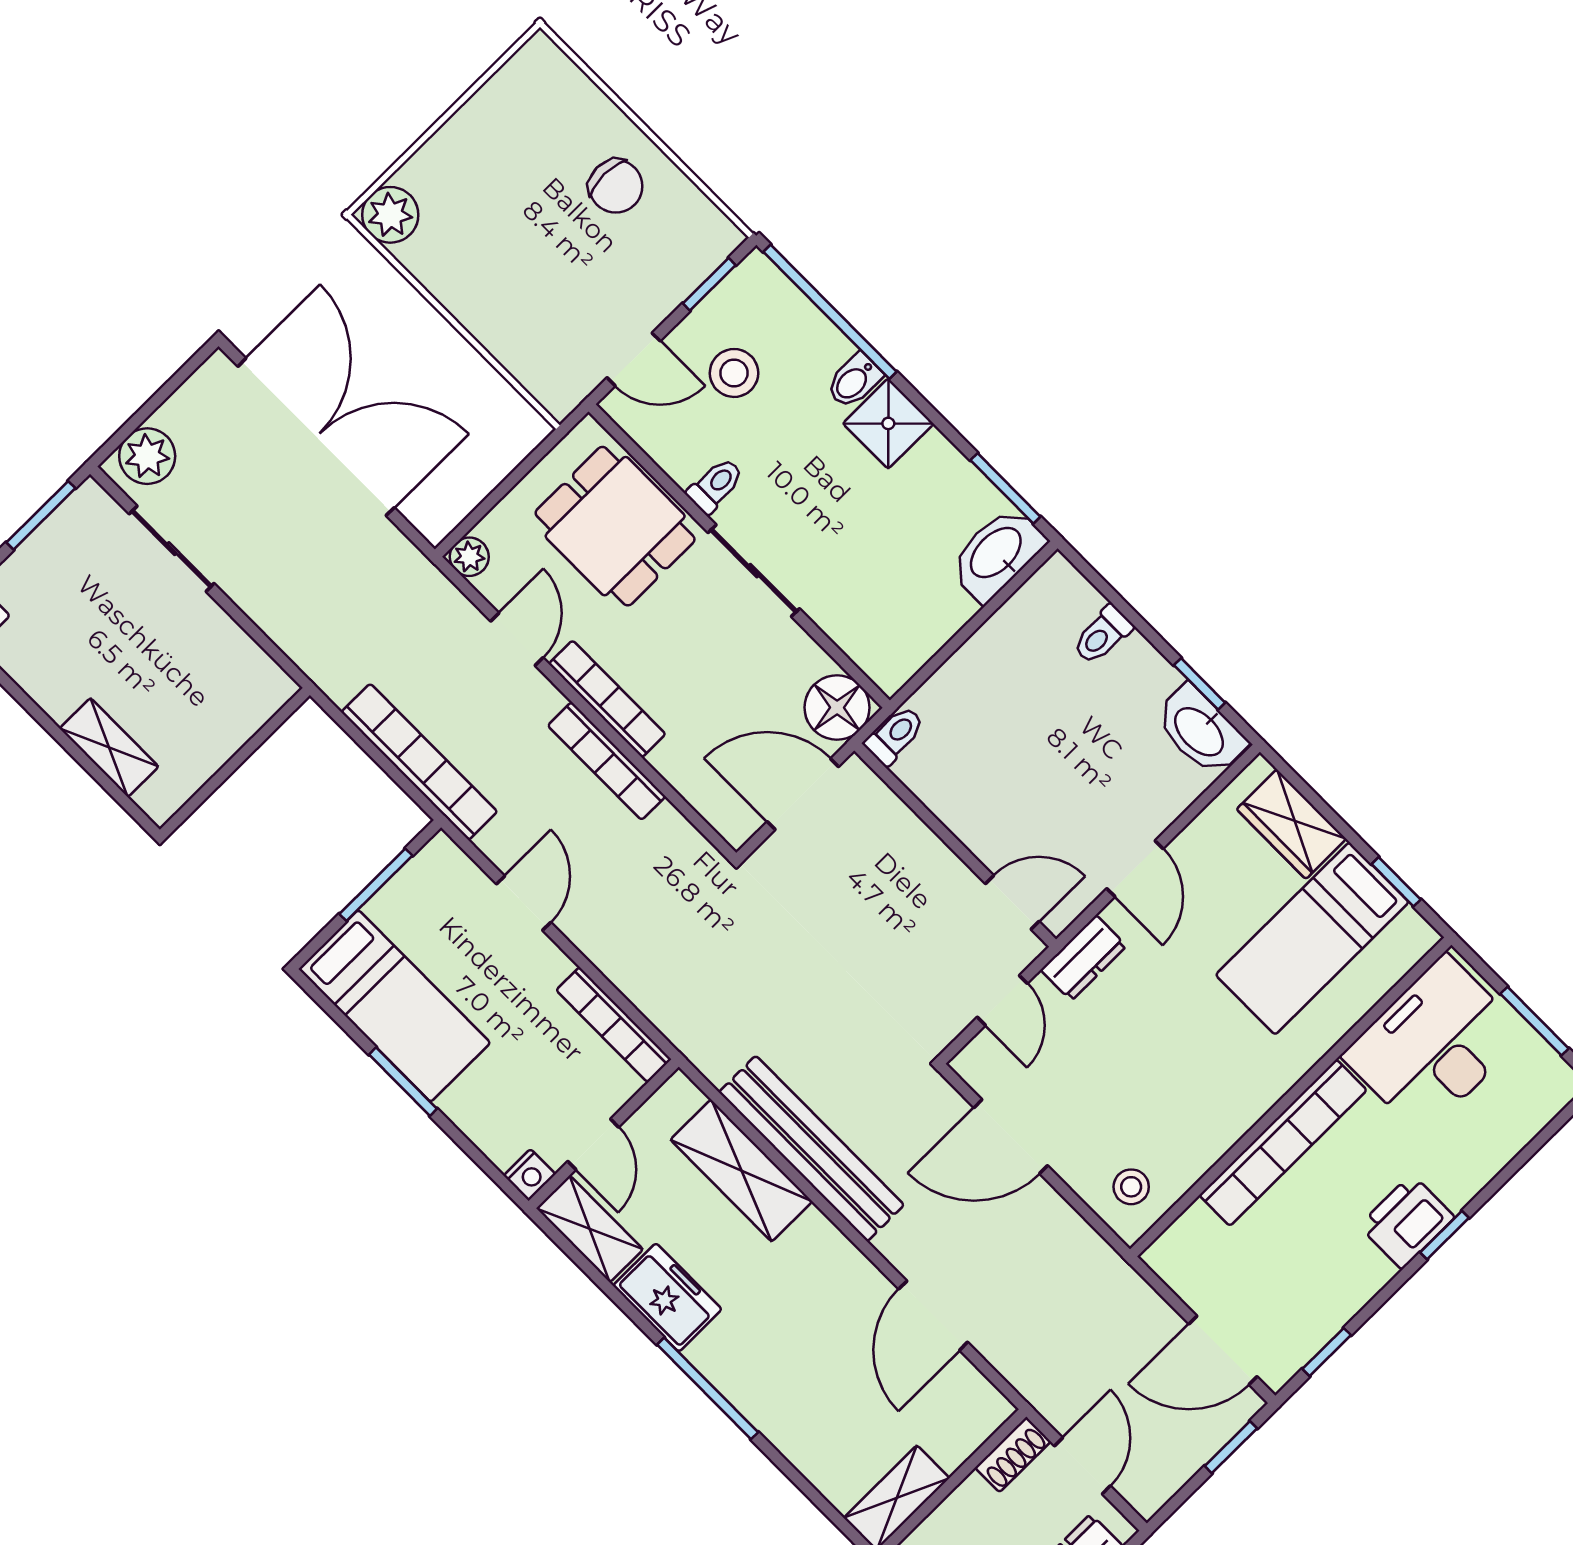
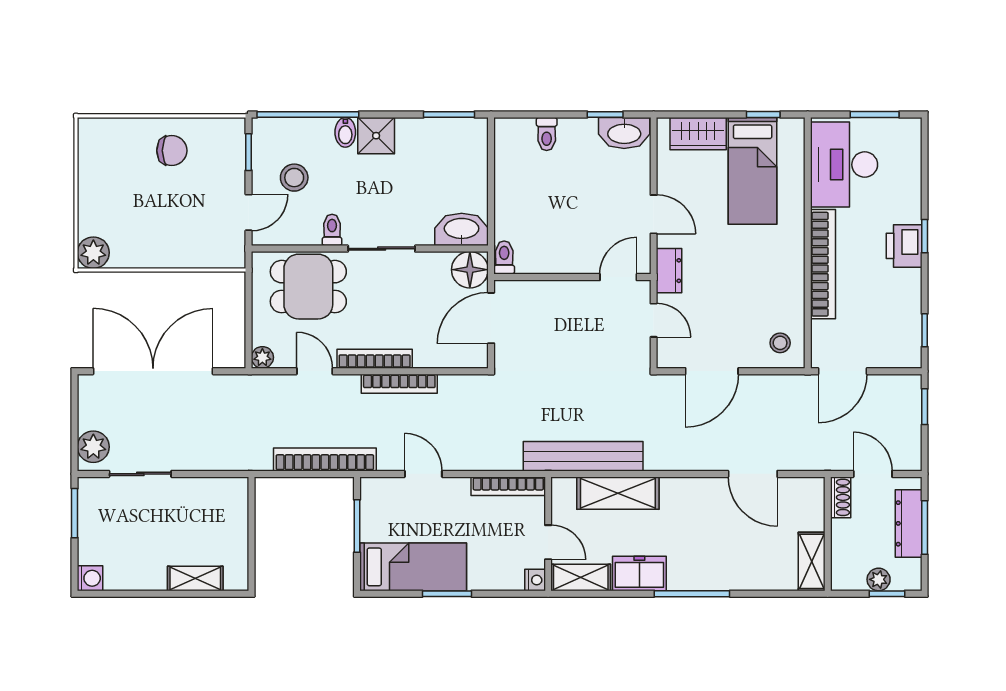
washbasin: (997, 554) -> (462, 229), moved, turned 90
bench: (811, 1149) -> (583, 456), moved
door: (1223, 1350) -> (842, 371), moved

